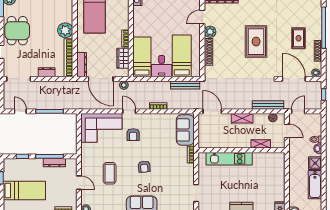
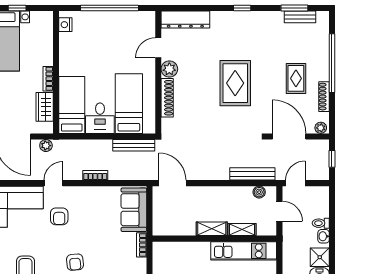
door: (129, 111) -> (53, 183), hinge flipped
shelving: (242, 118) -> (212, 229), moved
kitchen unit: (229, 159) -> (244, 251), moved

